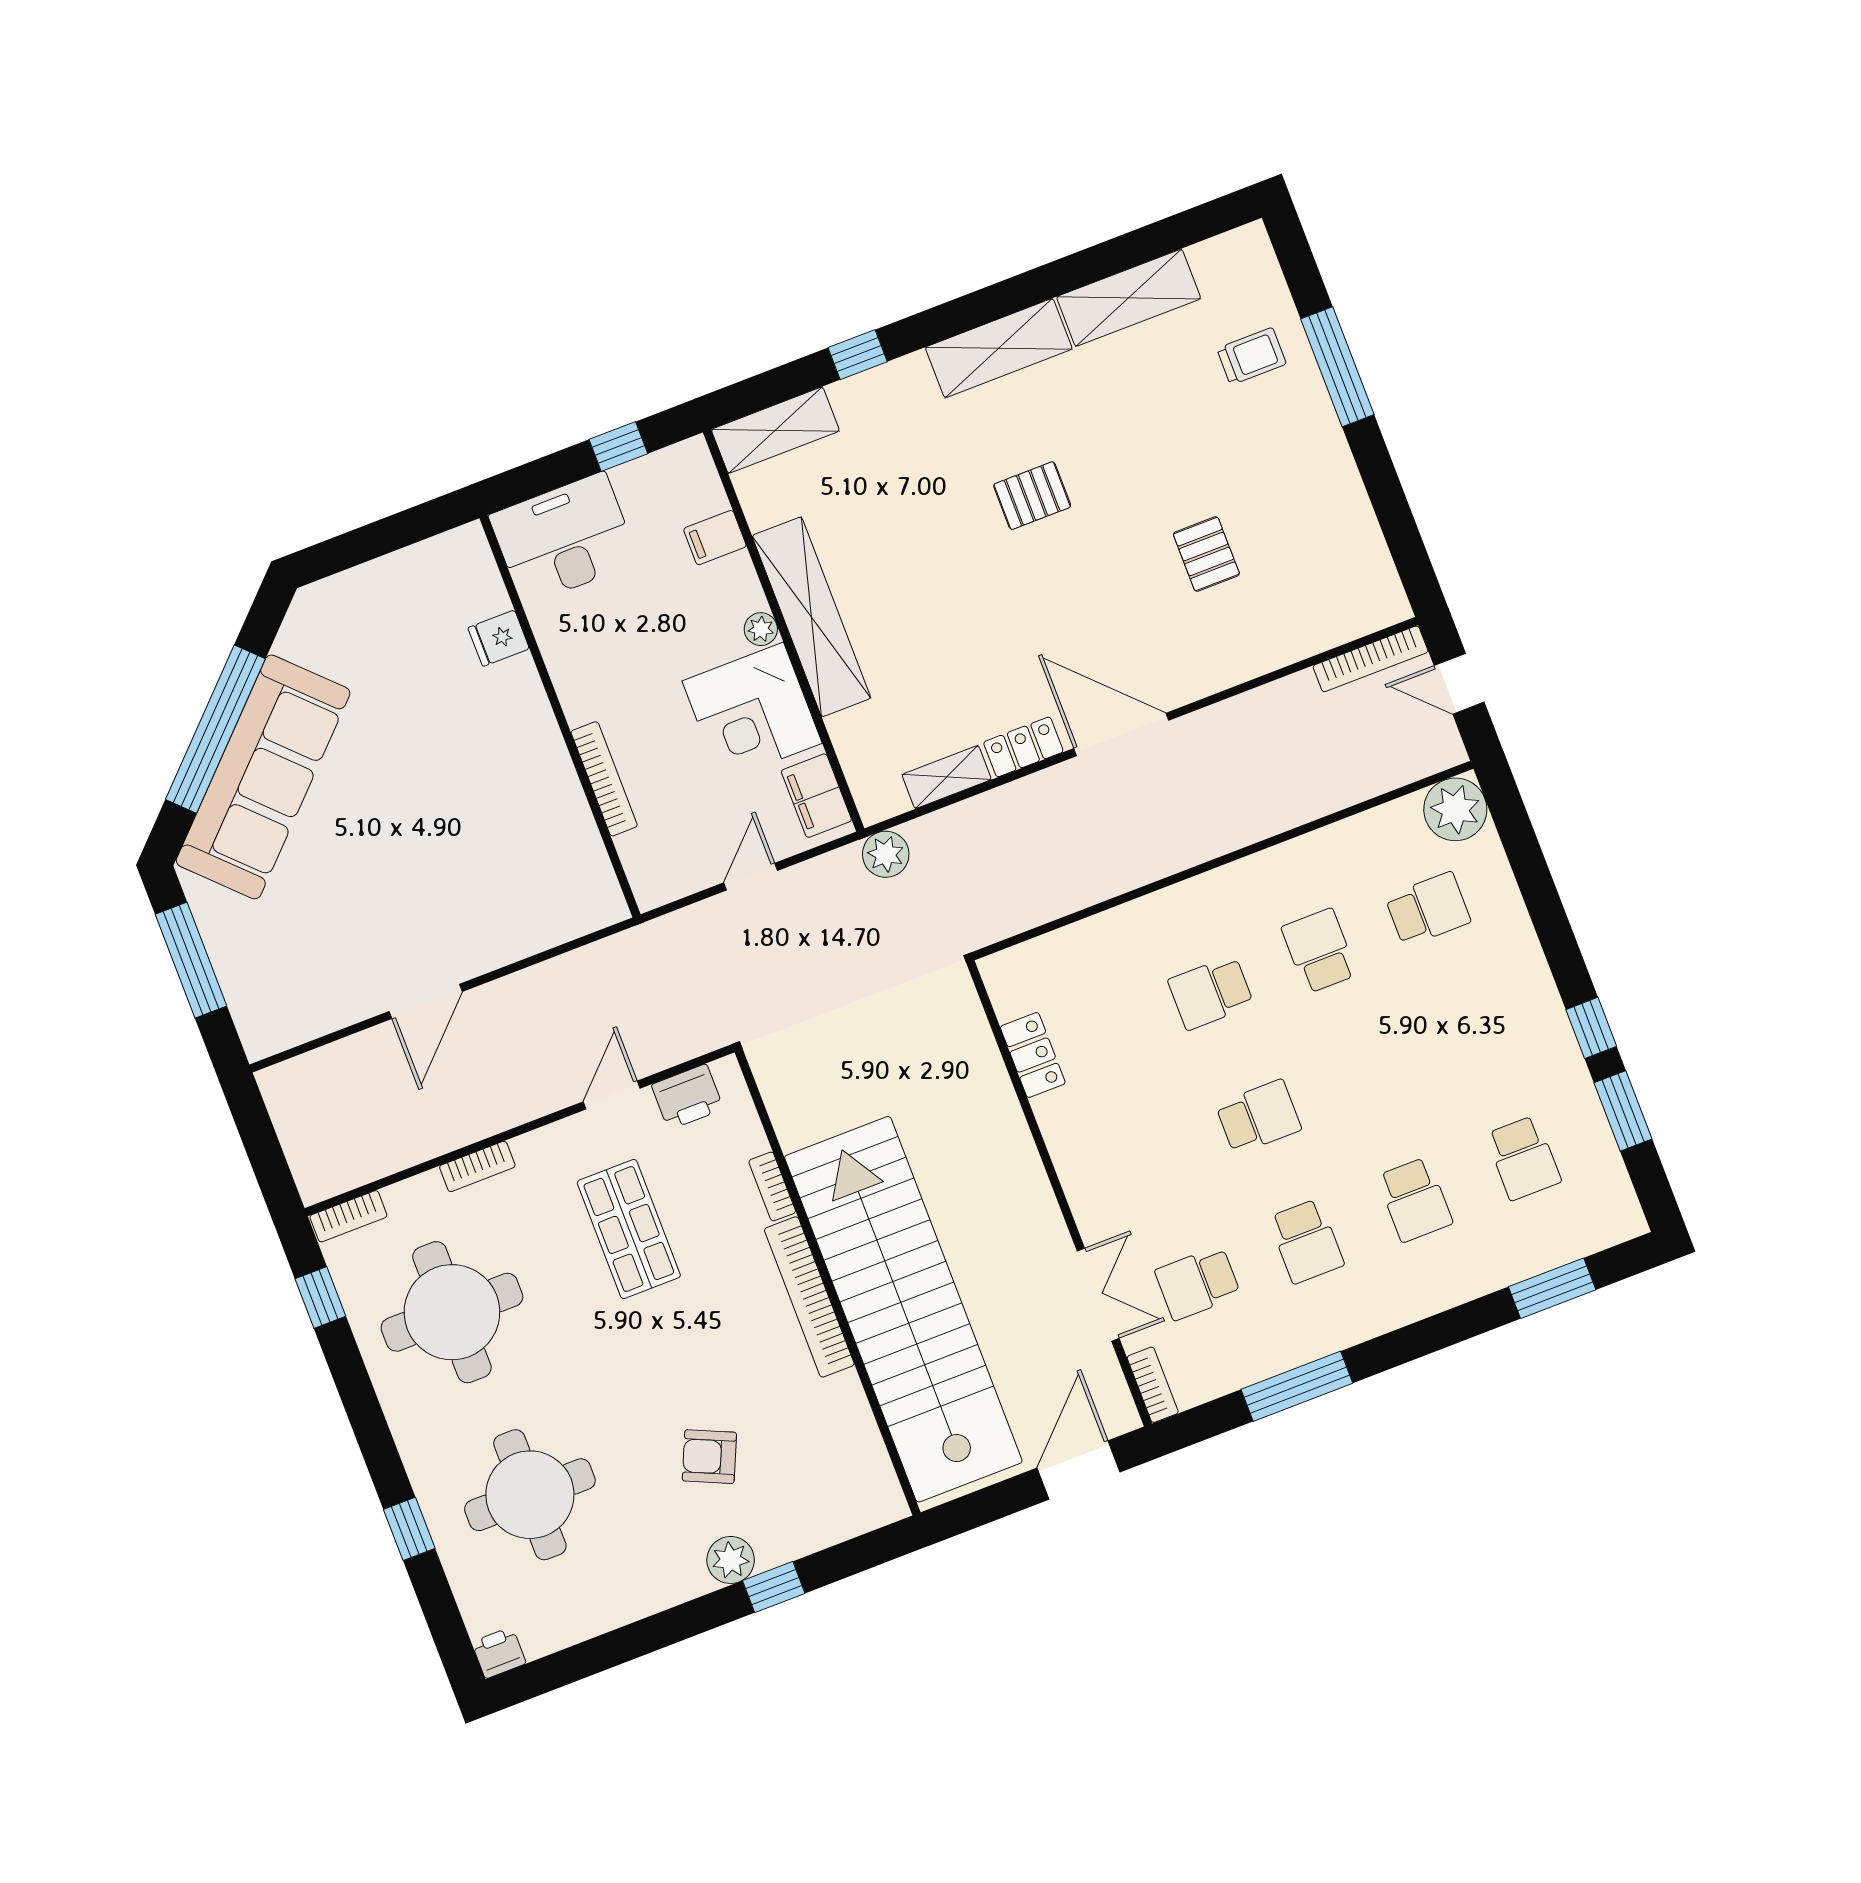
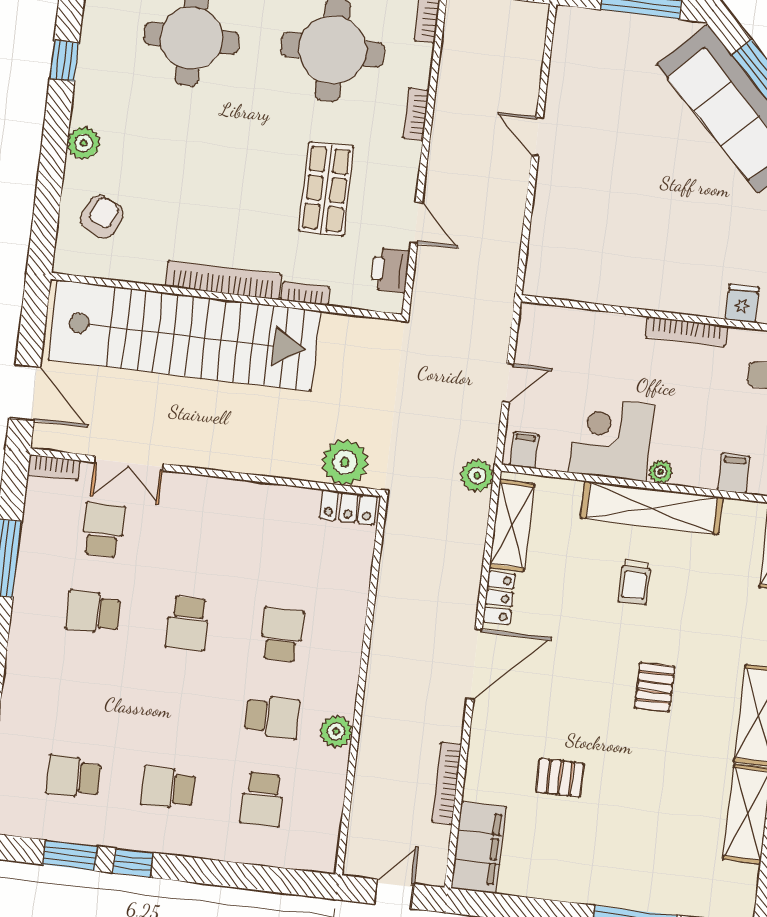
trolley: (1252, 356) -> (634, 582), moved
filing cabinet: (1346, 609) -> (479, 848), added
bookcase: (1370, 659) -> (447, 783), moved
shelving: (947, 777) -> (512, 526), width x1.50, depth x1.33
bookcase: (604, 779) -> (686, 331), moved
filing cabinet: (816, 796) -> (524, 450), width x0.50
plant: (1455, 809) -> (336, 731), moved, width x0.73, depth x0.73
door: (751, 877) -> (508, 383), hinge flipped
door: (426, 1001) -> (537, 136), width x0.73
plant: (956, 1027) -> (345, 462), added
locker: (1033, 1055) -> (348, 507), moved
school desk: (1415, 1200) -> (168, 788), moved
shop shelf: (629, 1229) -> (326, 189), turned 90
armchair: (709, 1457) -> (102, 217), moved
window: (774, 1587) -> (64, 61), moved

